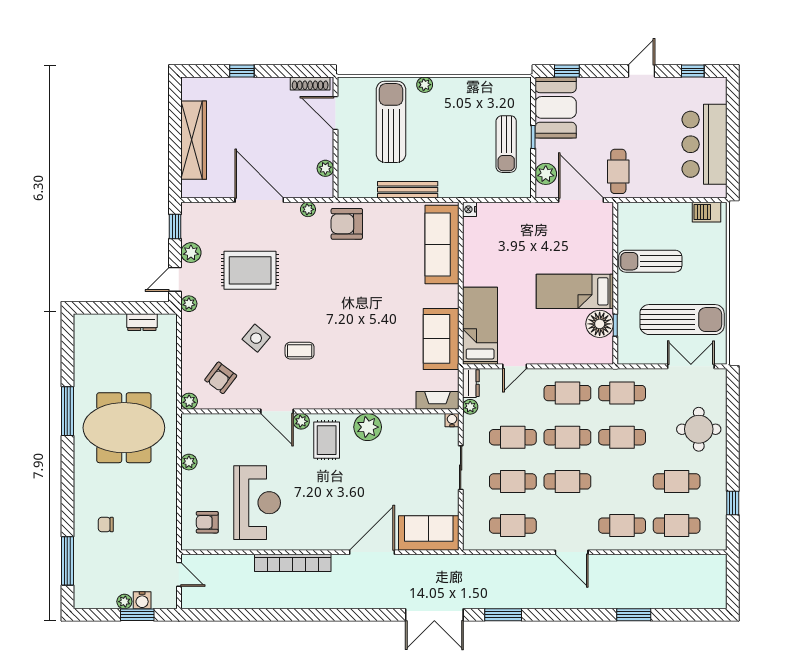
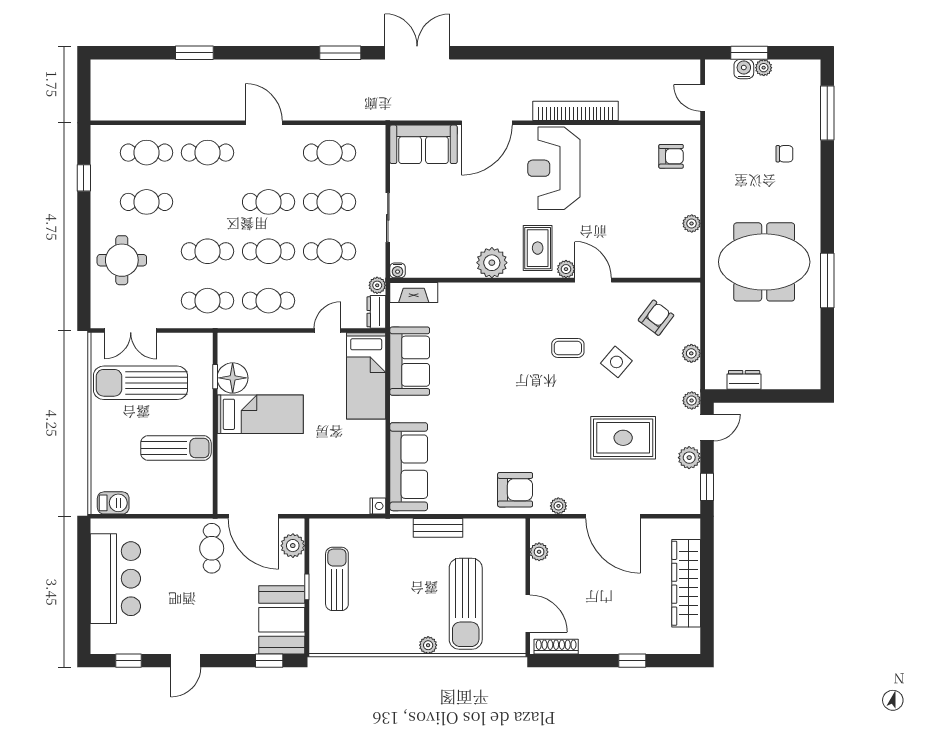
bench: (408, 190) -> (438, 528), width x0.73
plant: (189, 401) -> (691, 353), moved
reception desk: (257, 503) -> (554, 168), moved

